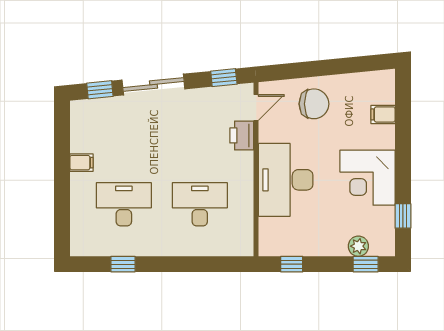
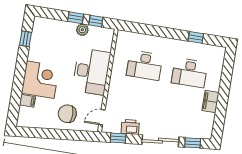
printer: (242, 135) -> (130, 127), moved, turned -96
filing cabinet: (82, 163) -> (210, 101), width x2.00
corner desk: (368, 178) -> (40, 80), moved
plant: (358, 246) -> (82, 30), moved
window: (366, 264) -> (76, 18), moved

